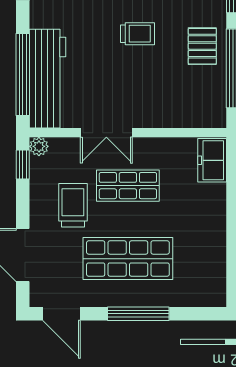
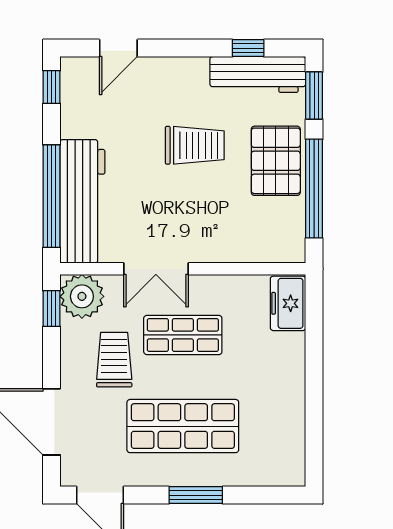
trolley: (137, 34) -> (195, 145), width x1.36, depth x1.39
pallet: (202, 46) -> (276, 161), width x1.50, depth x1.42
plant: (39, 146) -> (82, 296), width x1.87, depth x1.87
window: (138, 314) -> (196, 495), width x0.69

